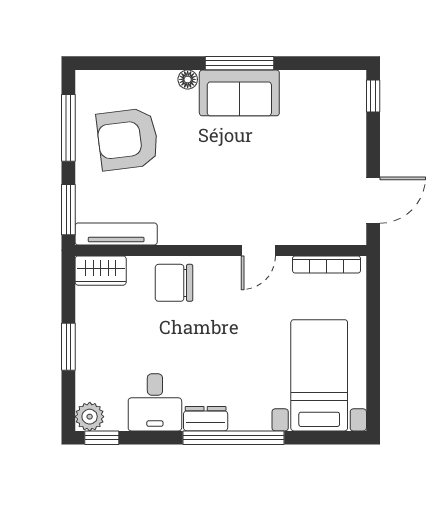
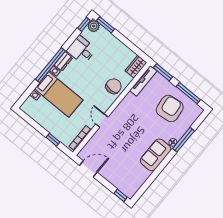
window: (239, 63) -> (183, 140), moved
door: (373, 200) -> (88, 169), swing flipped
window: (373, 315) -> (53, 140), added
window: (68, 347) -> (106, 25), moved
bed with nightstands: (319, 375) -> (59, 94), moved

